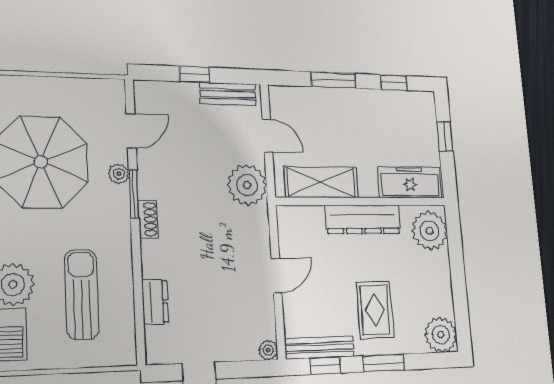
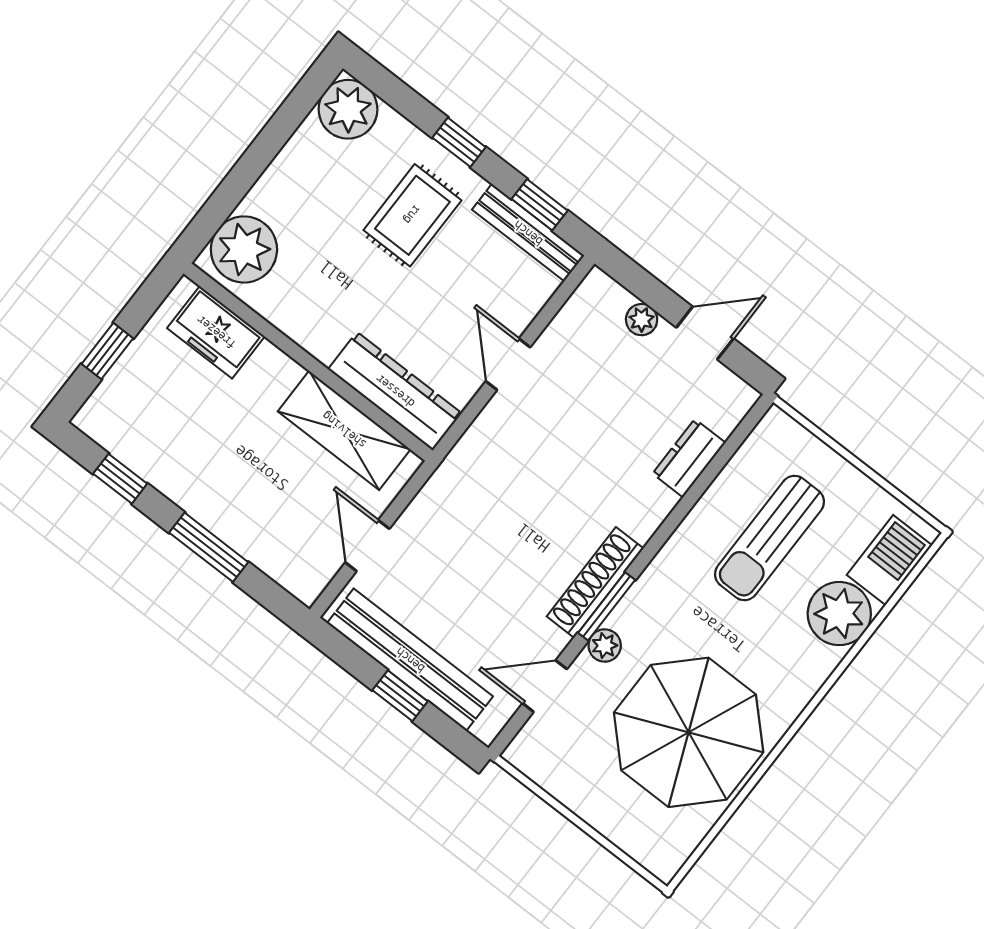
bench: (228, 94) -> (410, 660), width x1.86, depth x1.21
freezer: (410, 182) -> (216, 332), width x0.71
plant: (247, 185) -> (449, 505), removed
shoe rack: (148, 219) -> (595, 582), width x1.94, depth x1.24
dresser: (363, 219) -> (395, 391), moved
door: (276, 276) -> (508, 364), hinge flipped
plant: (268, 350) -> (642, 320), moved
window: (384, 363) -> (459, 142), width x0.67

